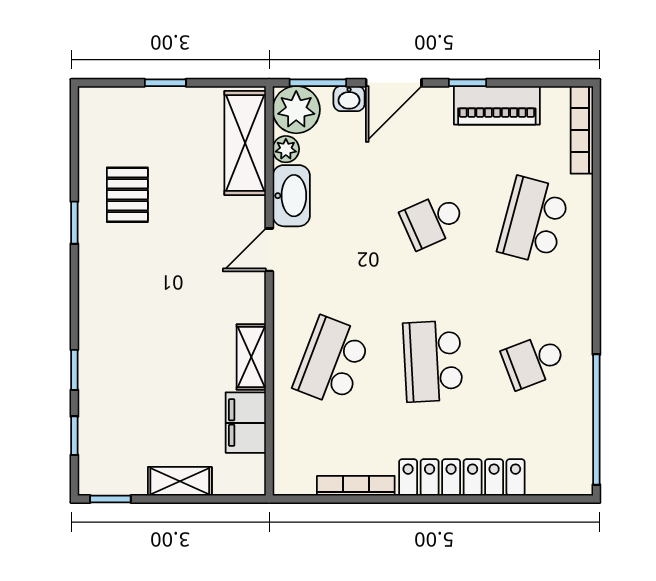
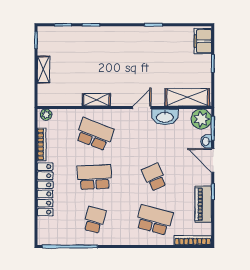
plant: (286, 149) -> (46, 115), moved
pallet: (127, 195) -> (165, 47), removed
door: (269, 250) -> (142, 108), hinge flipped
school desk: (534, 361) -> (95, 220), turned 36
filing cabinet: (246, 423) -> (203, 41), moved, turned -90

